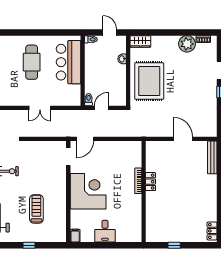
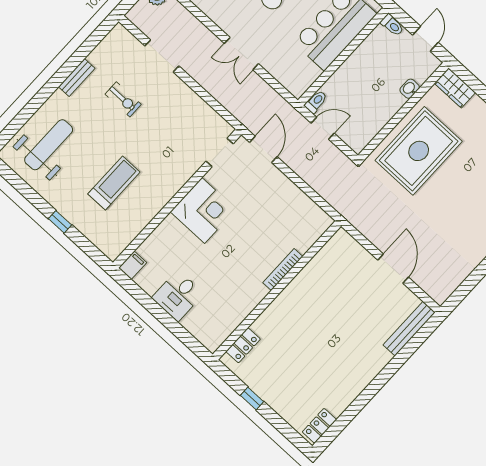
door: (85, 139) -> (263, 149), swing flipped
locker: (150, 182) -> (243, 345), moved
corner desk: (88, 191) -> (203, 210), width x0.74, depth x0.74

